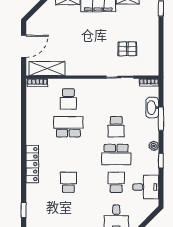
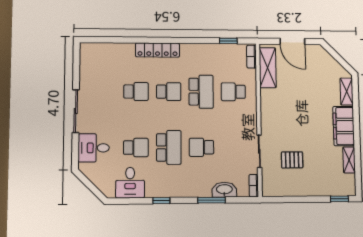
pallet: (127, 49) -> (292, 160), turned 90
plant: (154, 146) -> (179, 192), removed
school desk: (68, 155) -> (169, 92), added
school desk: (116, 155) -> (169, 147), turned 180
window: (24, 210) -> (228, 41), moved

